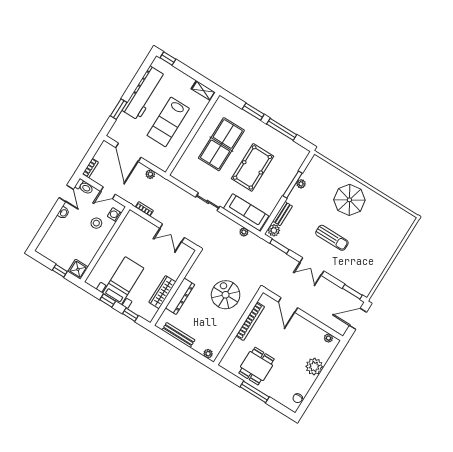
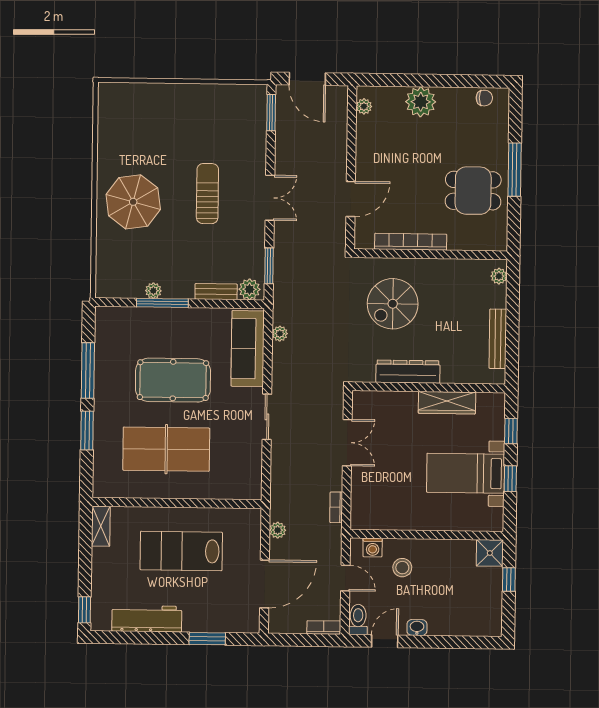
workbench: (144, 93) -> (147, 619), width x0.73, depth x0.76
lab bench: (168, 122) -> (181, 551), turned 180
dresser: (180, 296) -> (408, 372), moved

